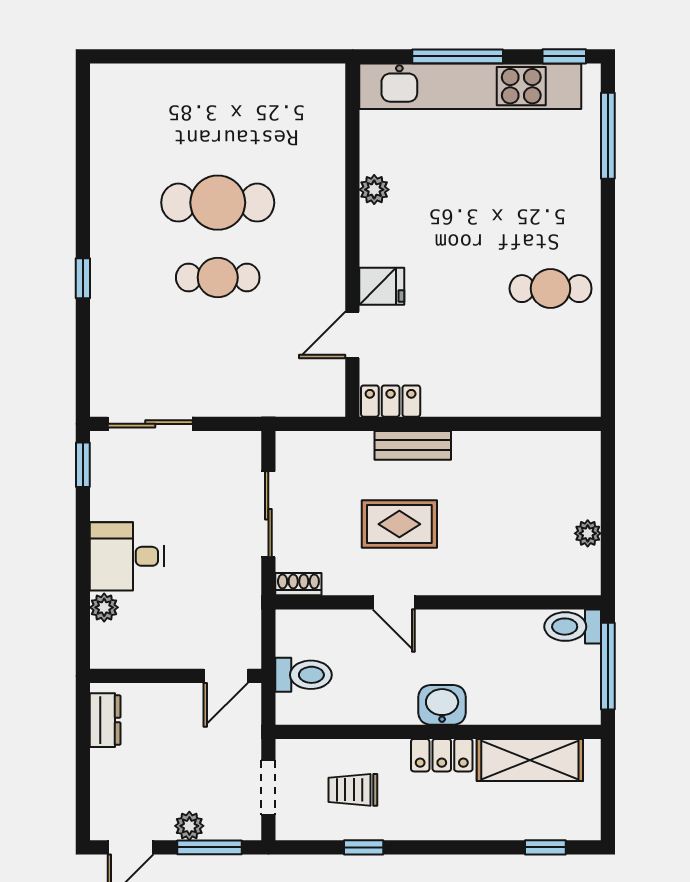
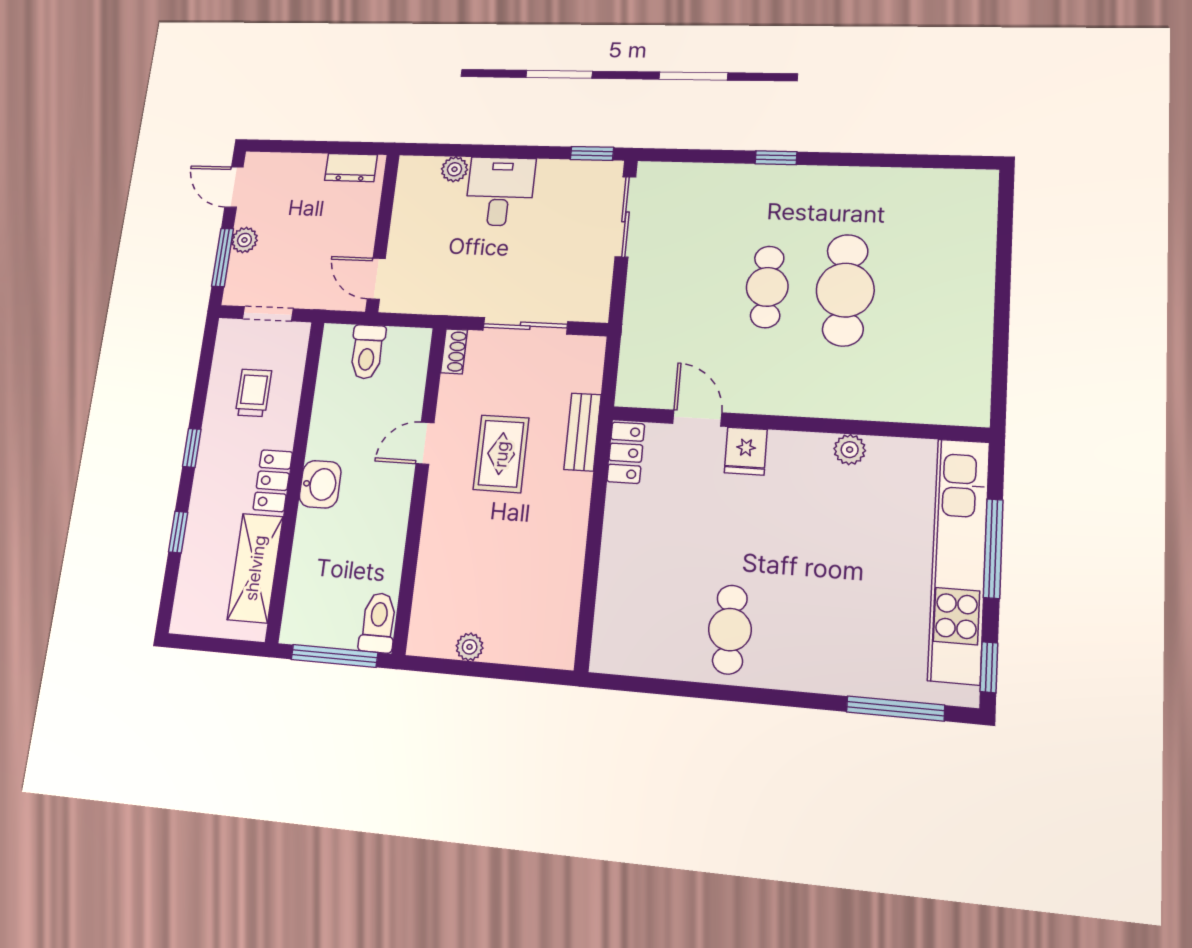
bench: (413, 445) -> (583, 432), moved
window: (364, 847) -> (192, 448), moved
window: (545, 847) -> (178, 532), moved

